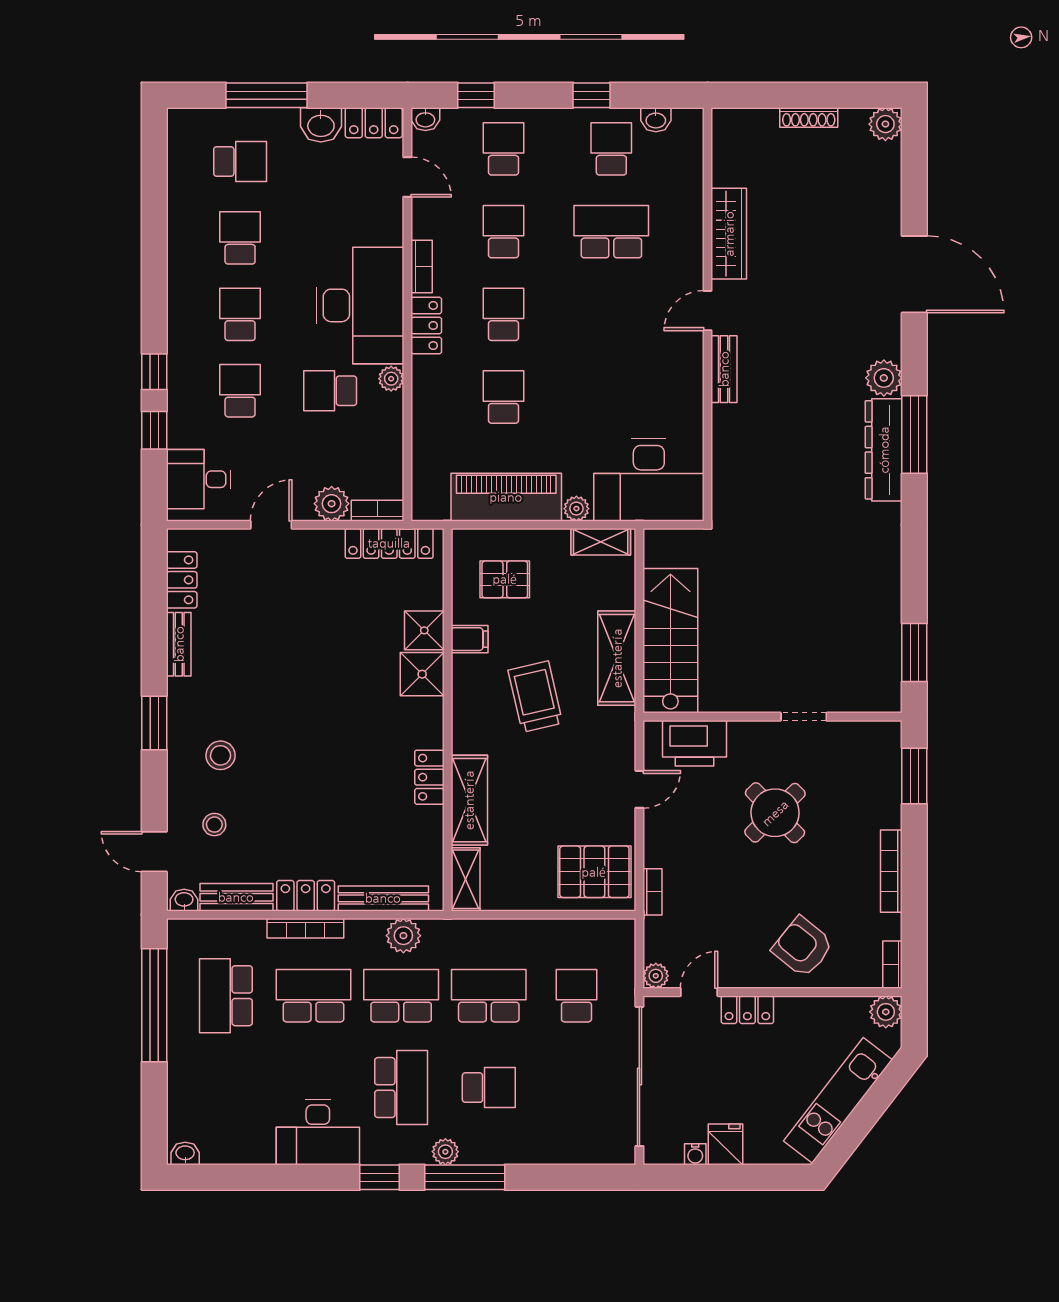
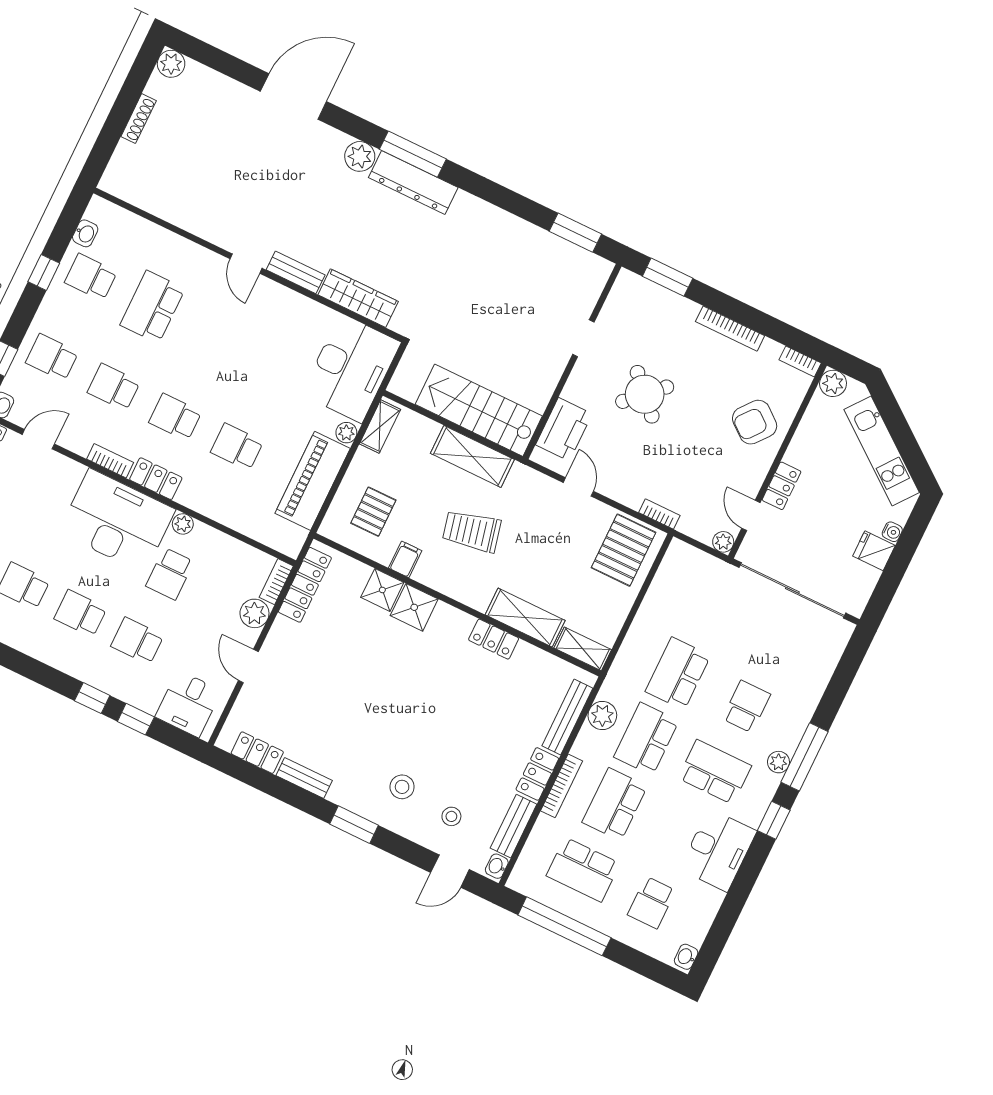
wardrobe: (729, 234) -> (358, 298), moved
school desk: (576, 996) -> (652, 903), moved, turned -90
water cooler: (695, 1154) -> (892, 532), moved

